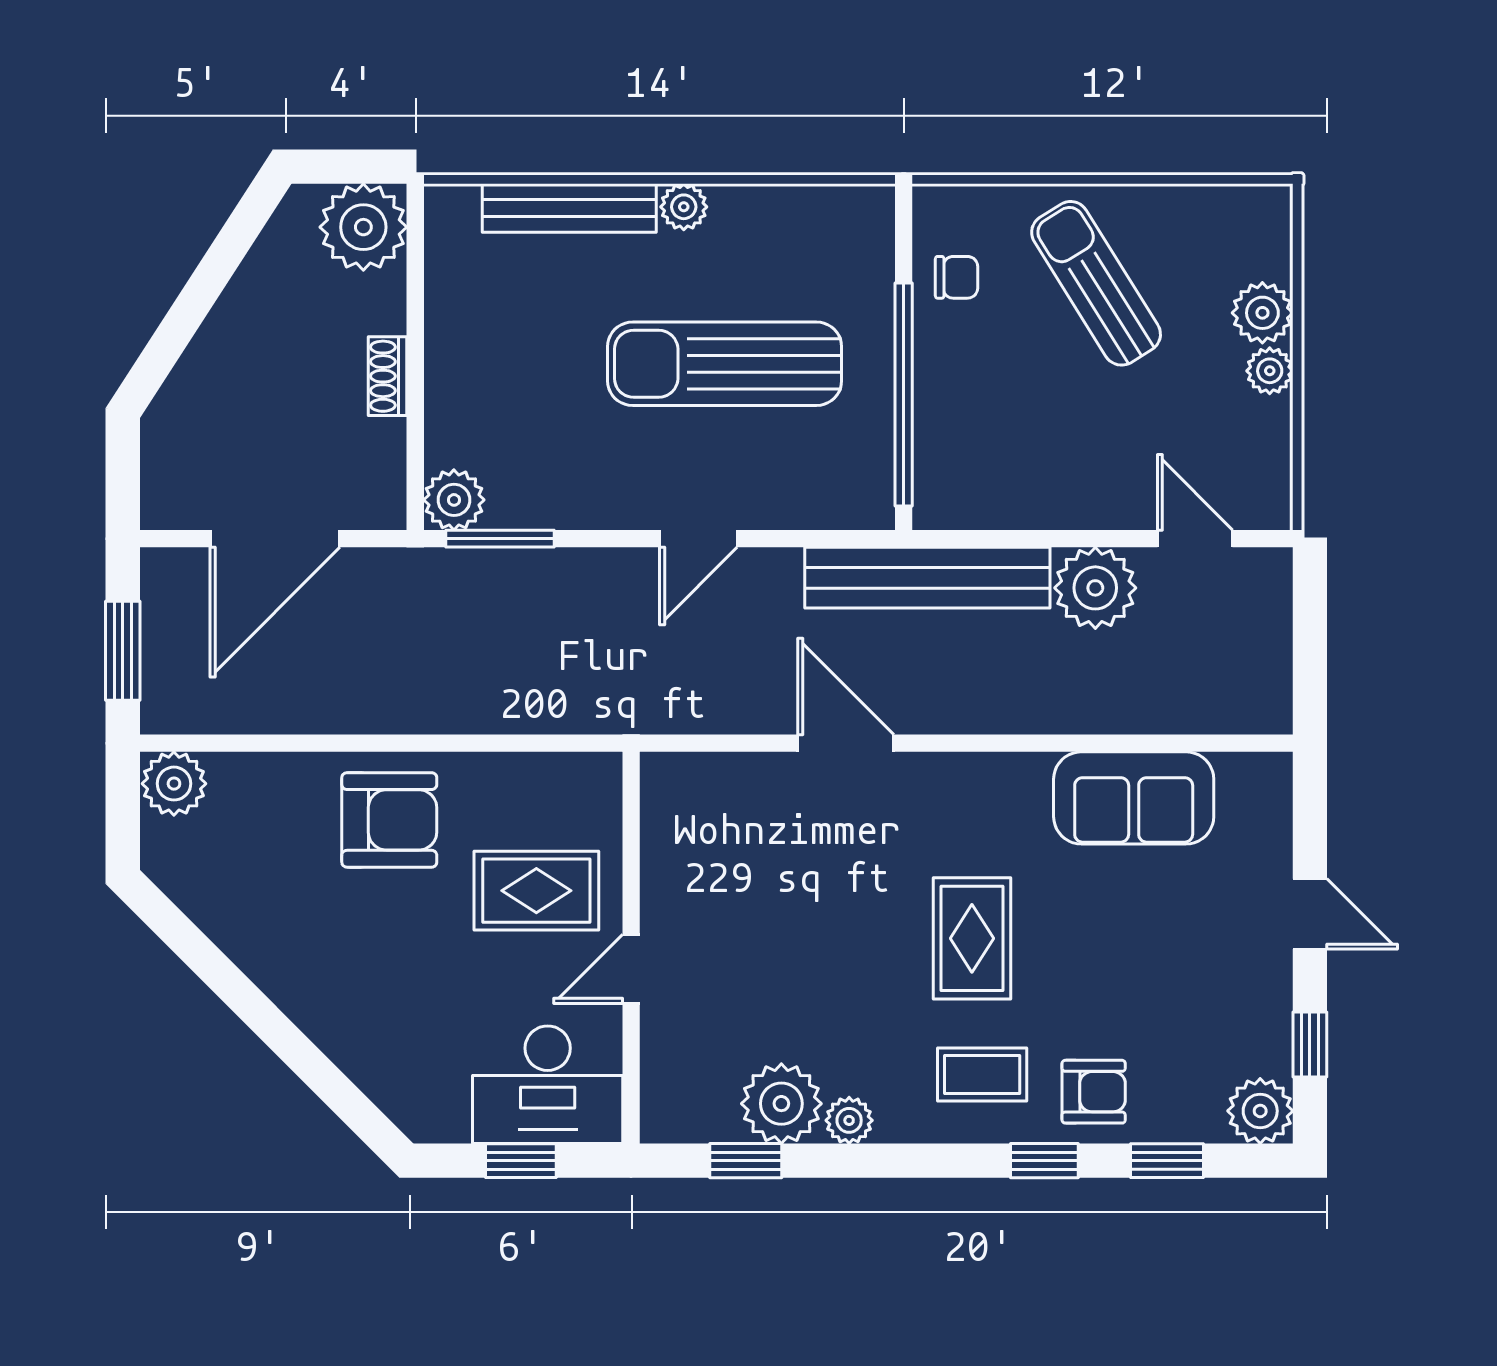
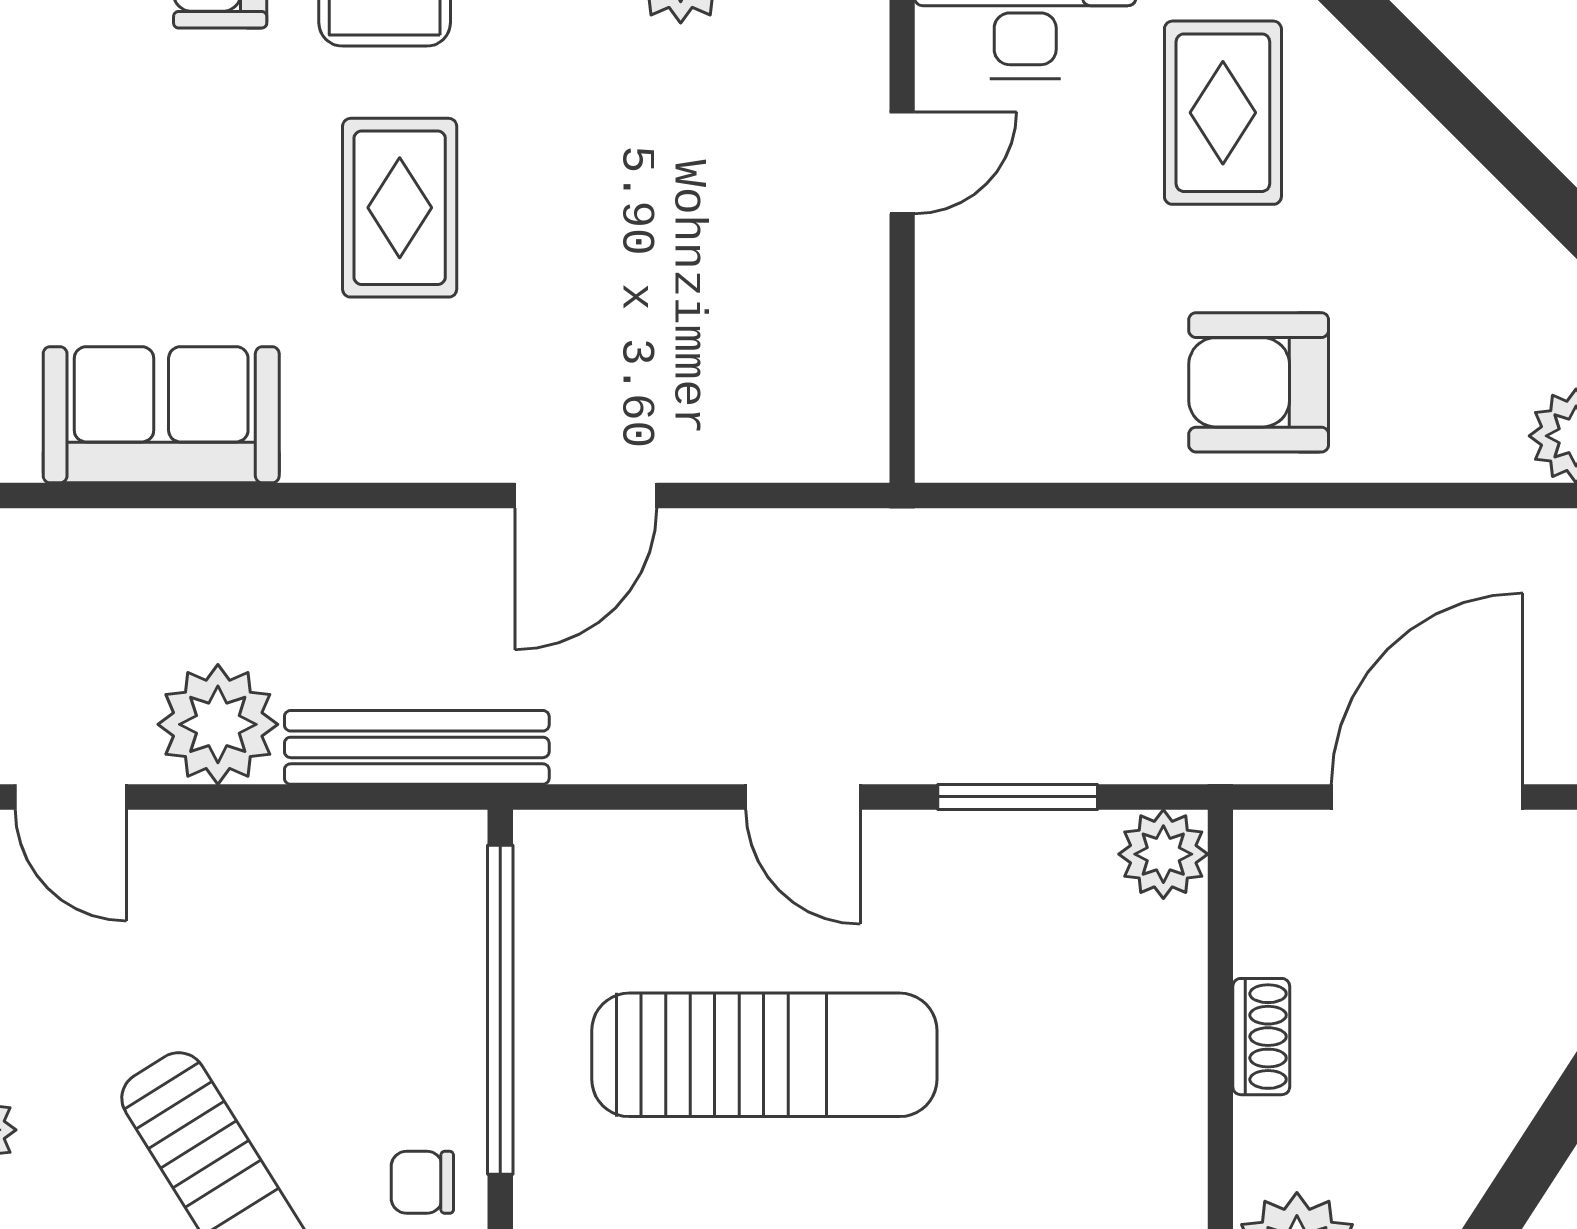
window: (500, 539) -> (1018, 797), moved
door: (698, 539) -> (803, 797), swing flipped
bench: (927, 578) -> (417, 747), width x0.73, depth x0.82
door: (846, 743) -> (586, 496), hinge flipped
rug: (536, 891) -> (1223, 113), moved, turned 90

